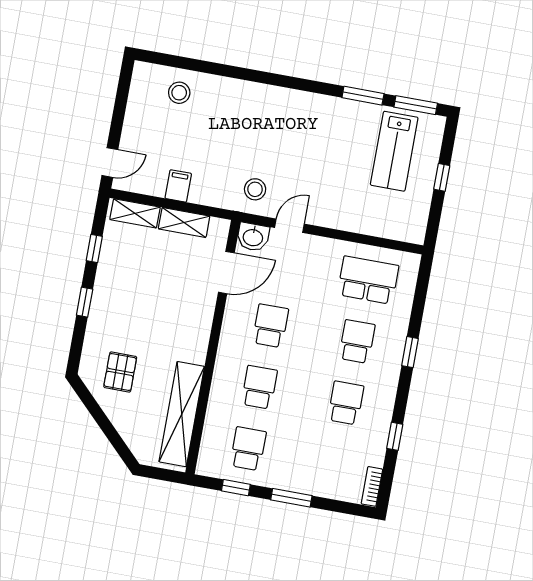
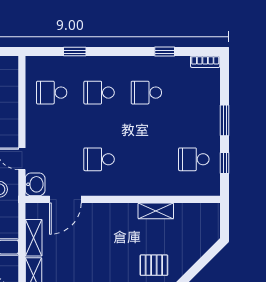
door: (226, 273) -> (65, 199), swing flipped
school desk: (368, 280) -> (52, 93), width x0.54
window: (410, 352) -> (75, 52), moved
school desk: (259, 387) -> (146, 159), removed
shelving: (182, 414) -> (156, 211), width x0.45, depth x0.75

